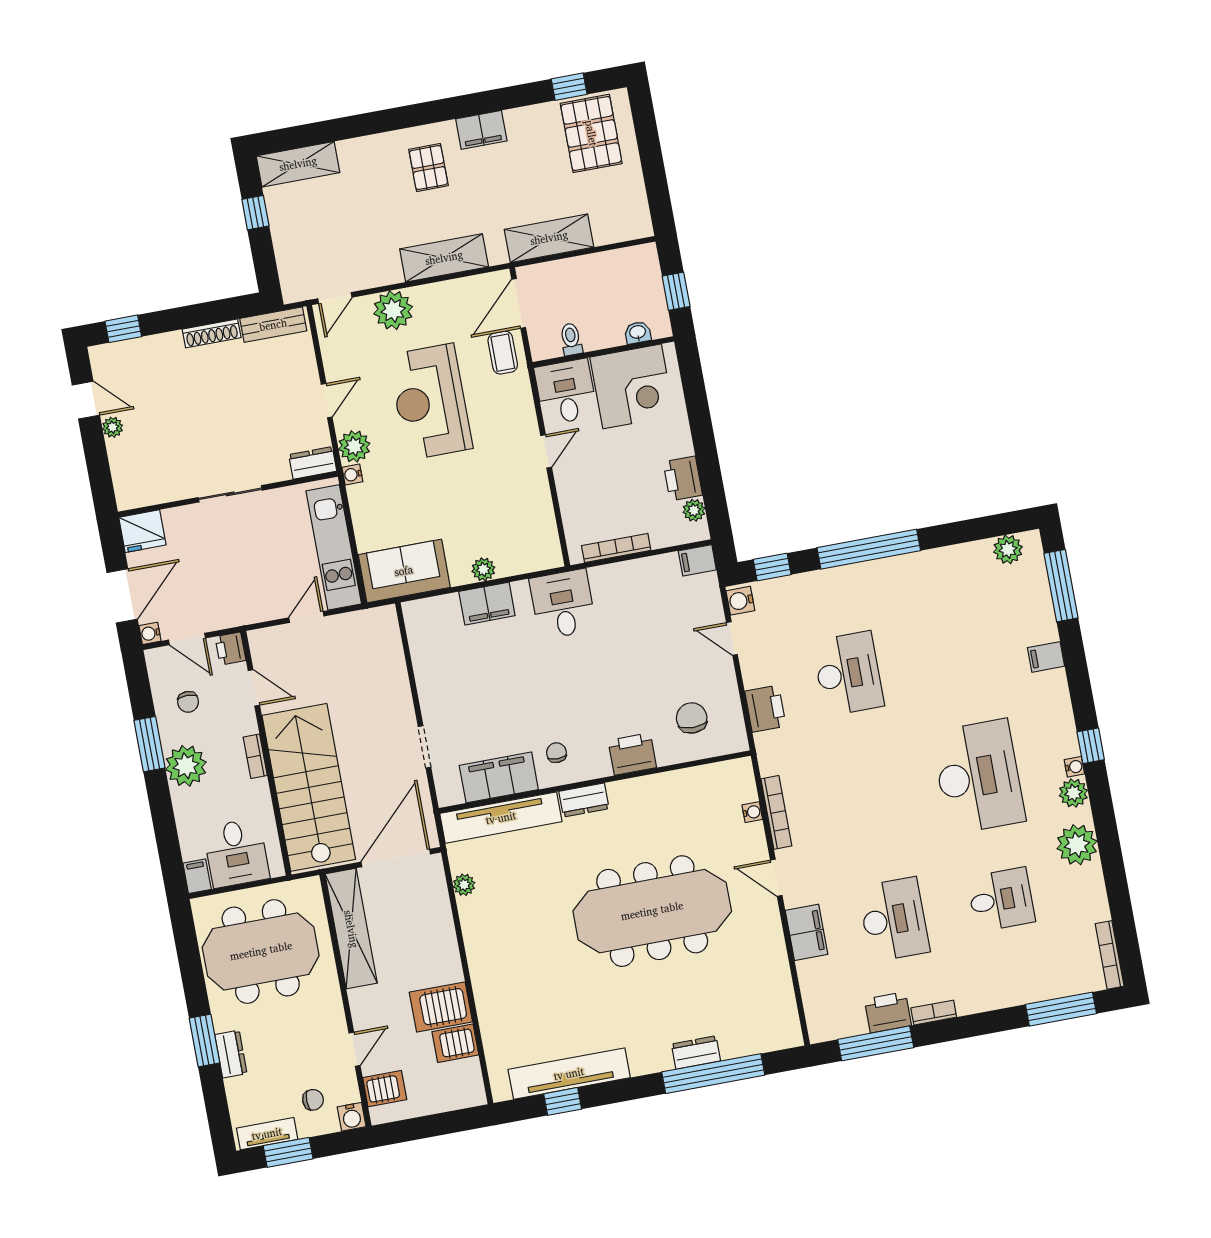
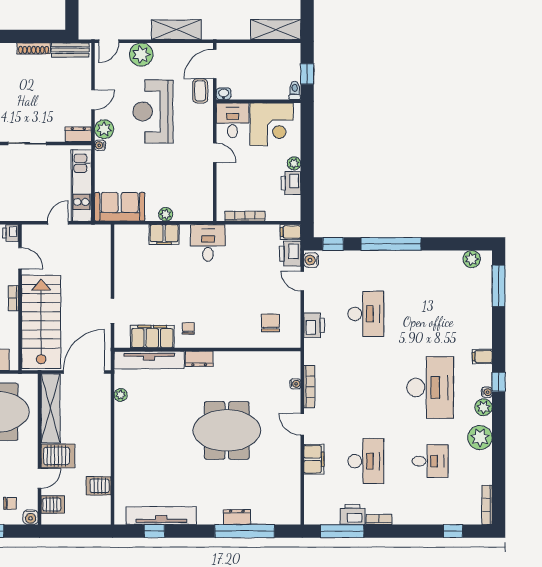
shelving: (549, 238) -> (276, 30), moved
washbasin: (638, 333) -> (224, 94), moved
toilet: (571, 339) -> (295, 90), moved
door: (546, 451) -> (215, 153), hinge flipped
plant: (694, 510) -> (294, 163), moved
filing cabinet: (1046, 657) -> (482, 357), moved
printer: (632, 754) -> (290, 254), moved, turned -90
meeting table: (652, 911) -> (227, 430), width x0.73
server rack: (441, 1007) -> (58, 456), moved, turned 180
window: (1061, 1009) -> (453, 531), width x0.46

